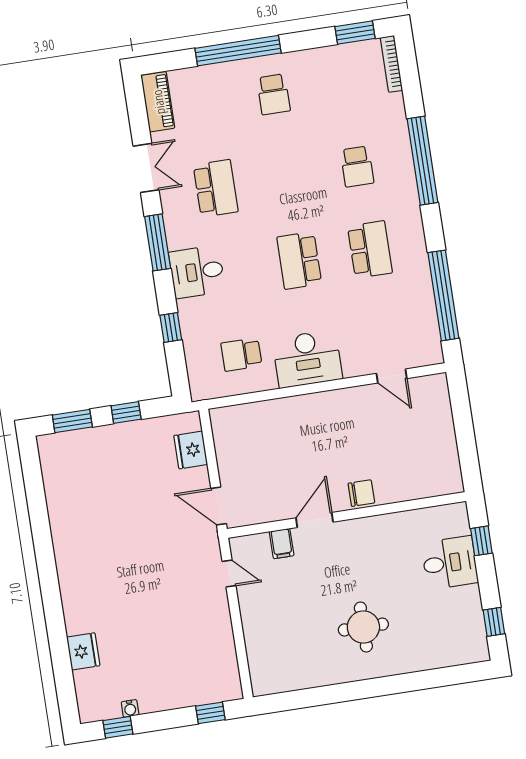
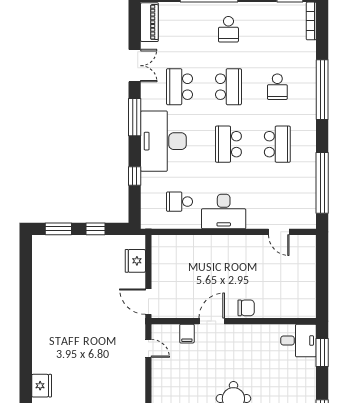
school desk: (286, 177) -> (228, 87), added
school desk: (216, 188) -> (180, 87), turned 180
desk: (197, 272) -> (163, 141), width x1.87, depth x1.30
window: (481, 541) -> (322, 353), width x1.50
desk: (450, 563) -> (298, 341), moved

